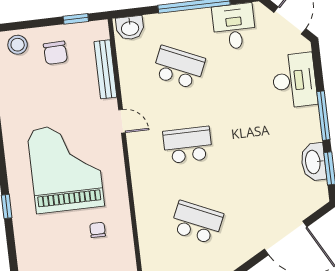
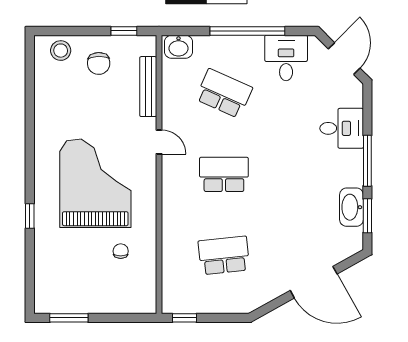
desk: (294, 80) -> (342, 128), width x0.73
school desk: (197, 222) -> (224, 255), turned -30

